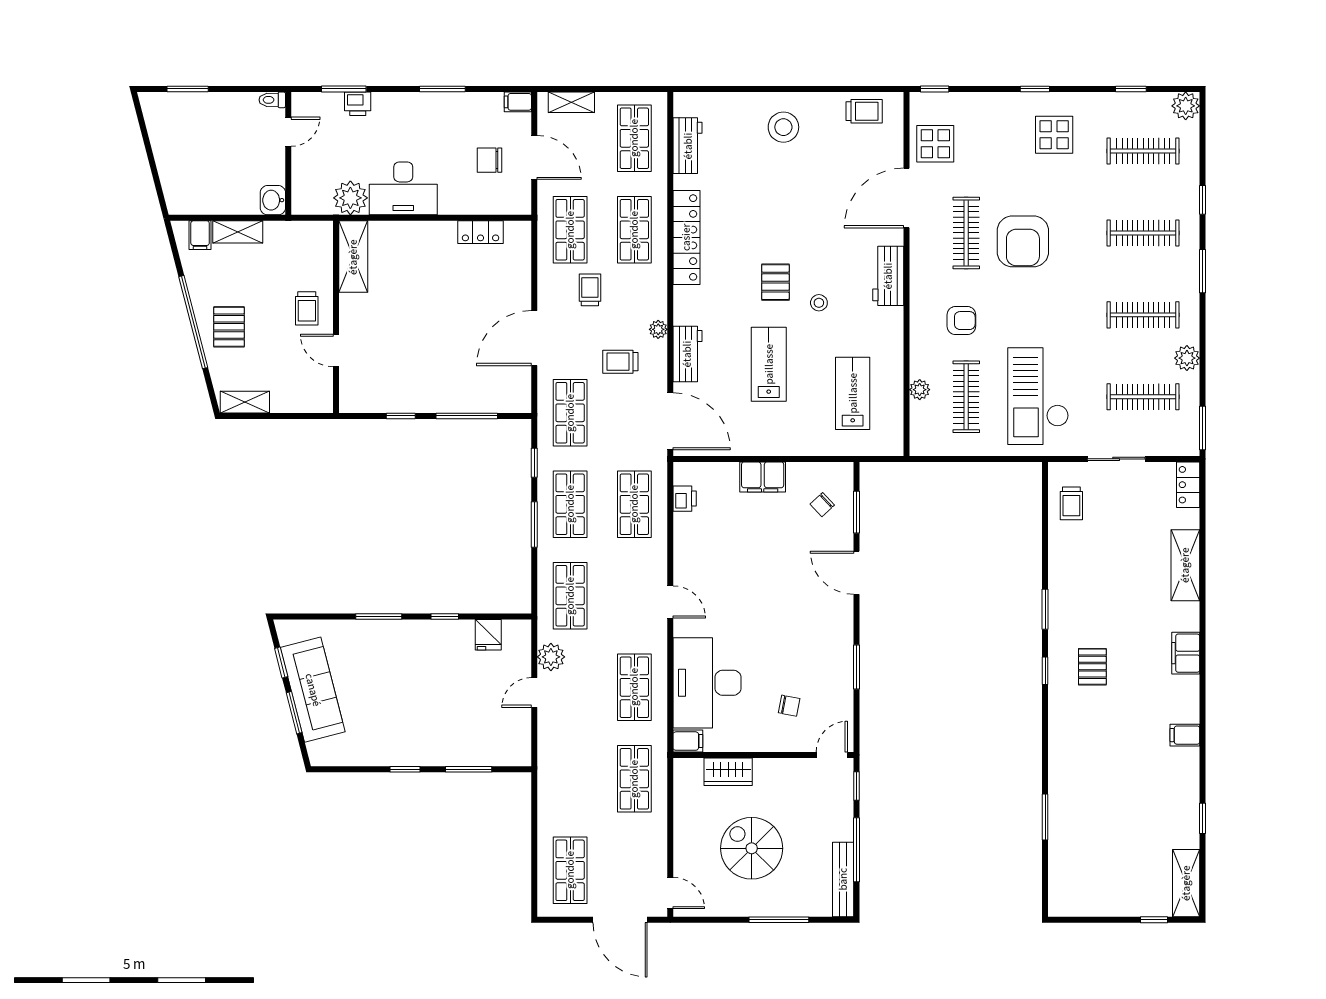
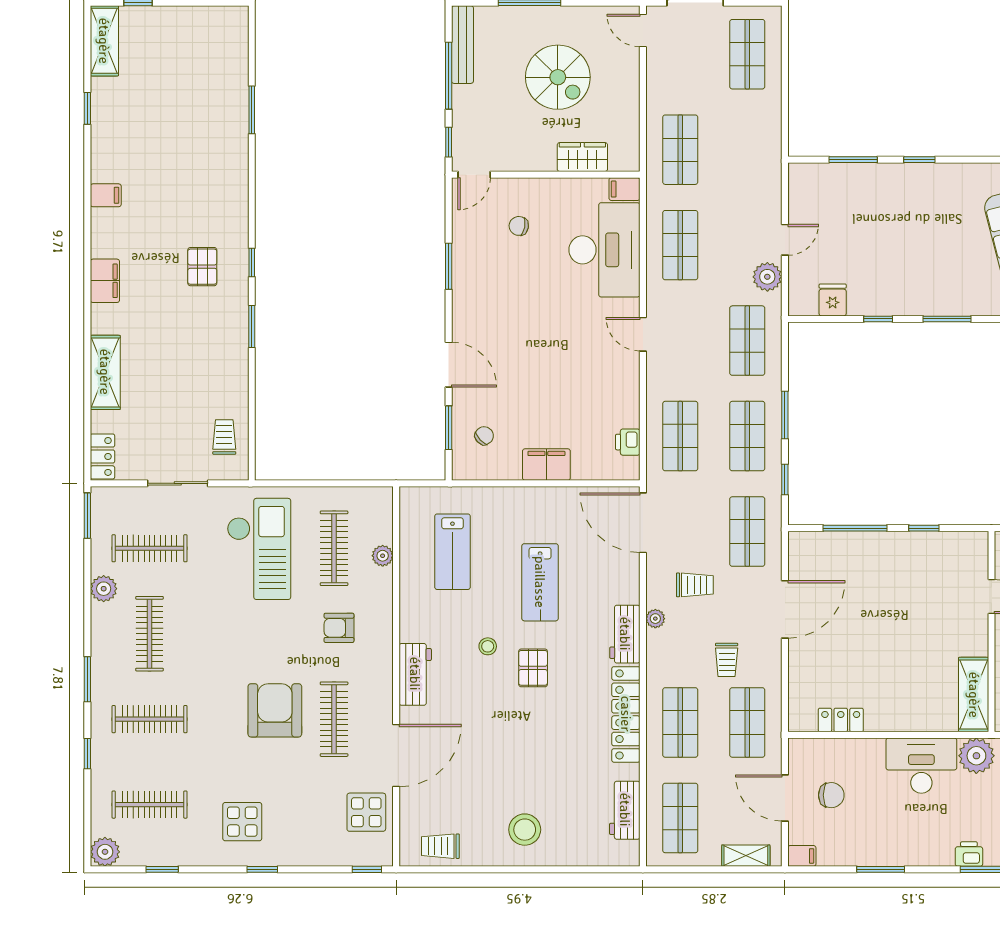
clothes rail: (1143, 315) -> (150, 634), turned 90
workbench: (687, 354) -> (625, 634), moved

